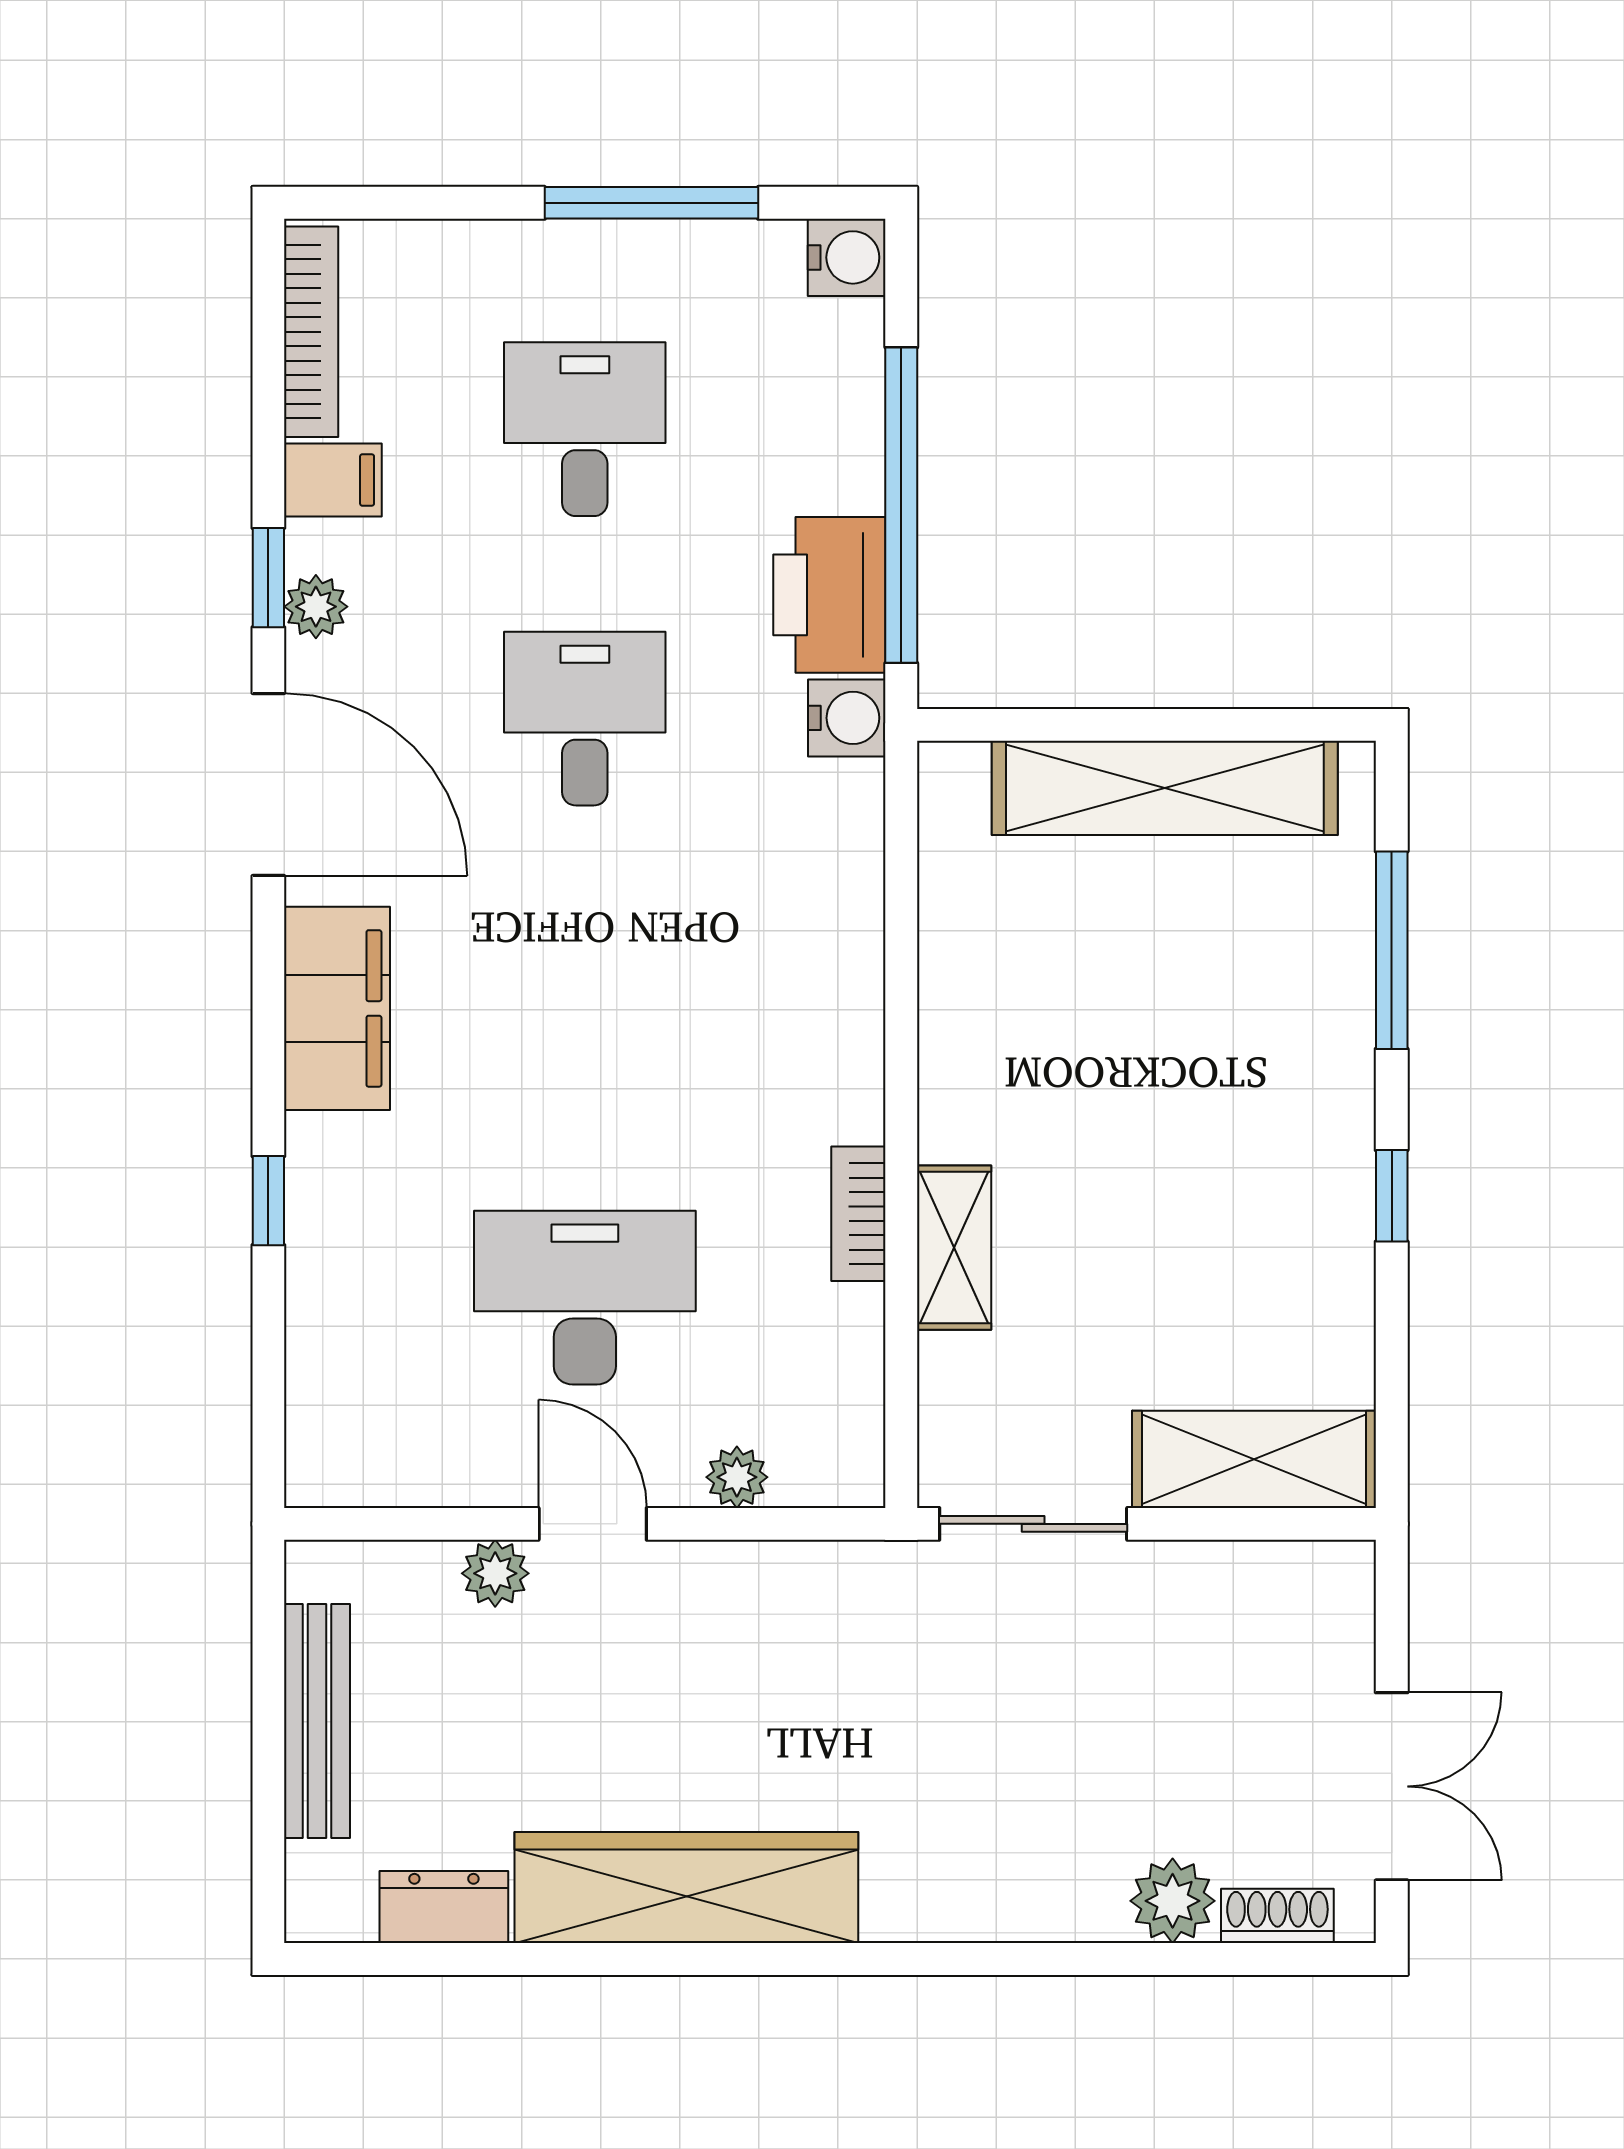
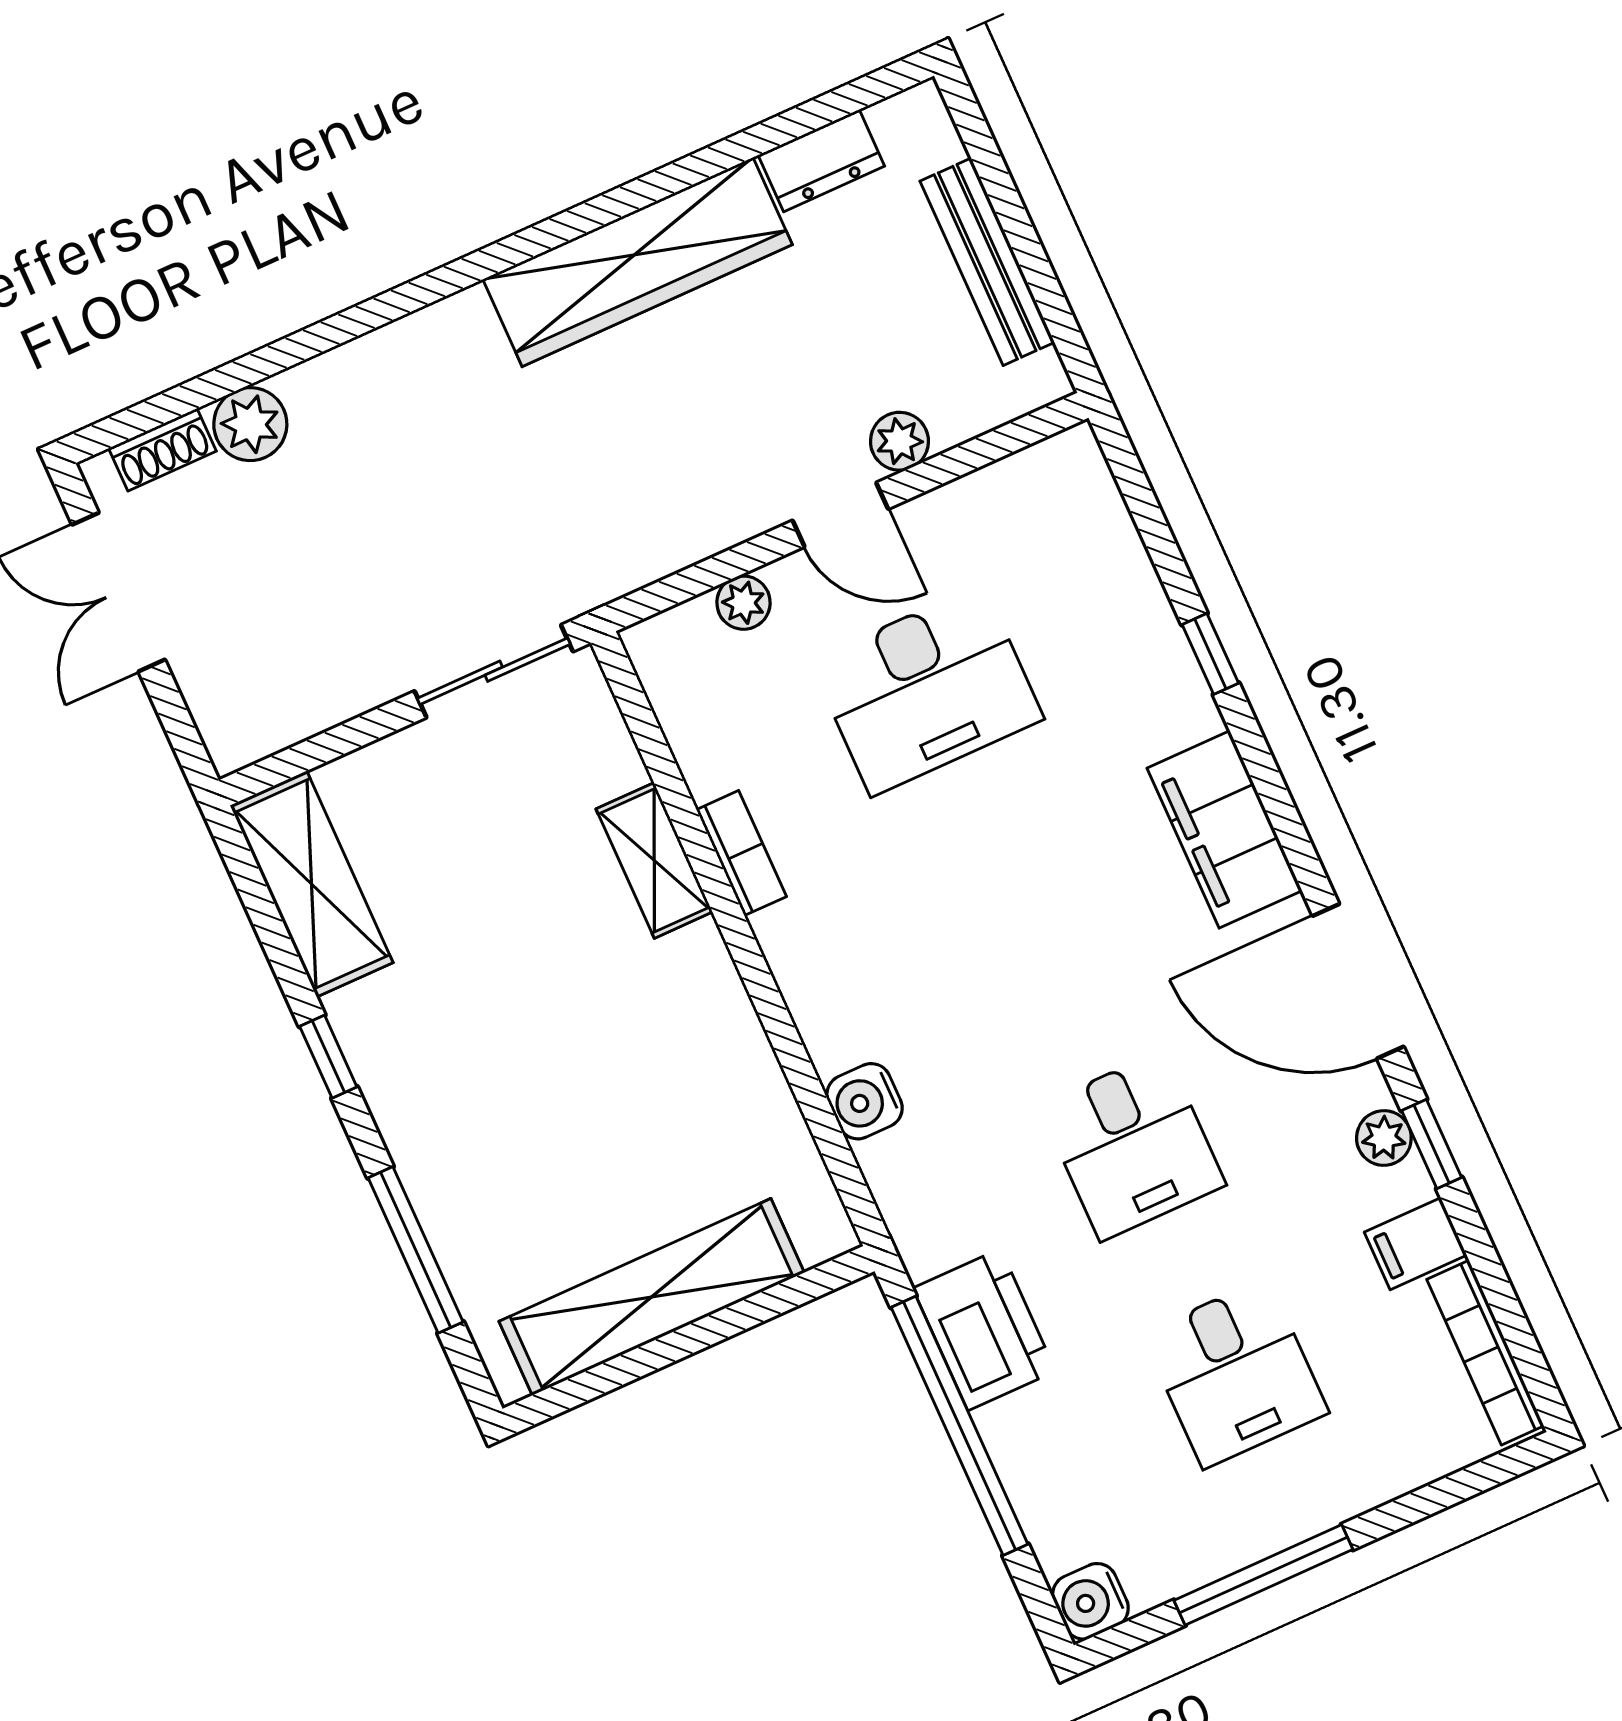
water cooler: (847, 718) -> (865, 1101), moved
shelving: (1254, 1459) -> (311, 884), moved, turned 90

